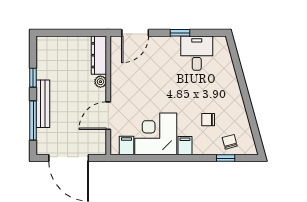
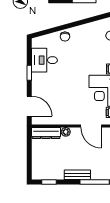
window: (33, 78) -> (49, 182), moved
bench: (43, 104) -> (77, 175), width x0.73
chair: (208, 120) -> (65, 37), moved

